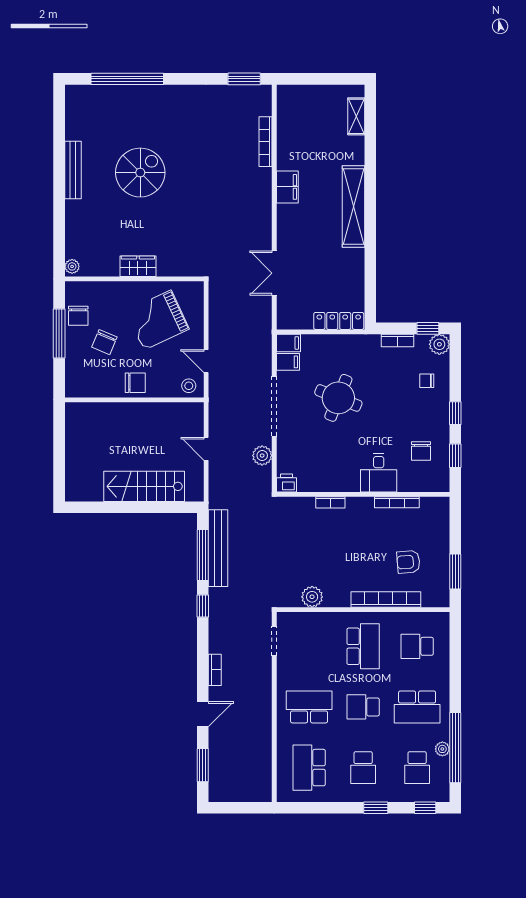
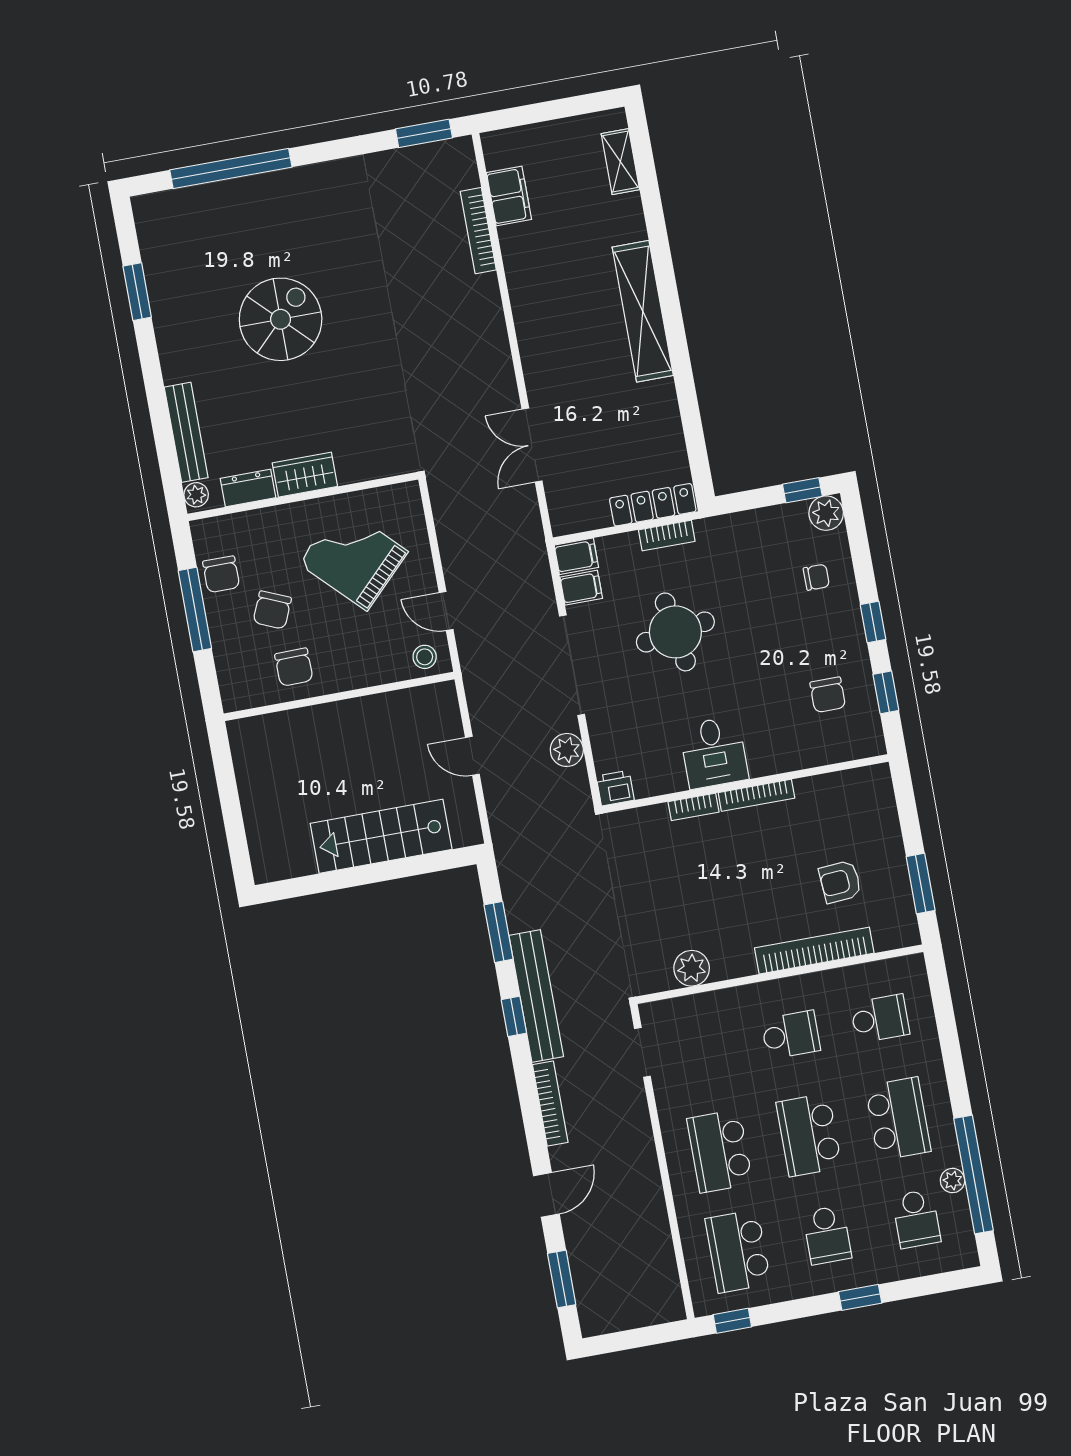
window: (59, 141) -> (137, 292), added
bench: (73, 170) -> (186, 432), moved
filing cabinet: (287, 187) -> (509, 196), moved
dresser: (103, 268) -> (248, 488), added
grand piano: (158, 320) -> (353, 558), turned 70
bookcase: (397, 340) -> (667, 536), moved
chair: (427, 381) -> (816, 577), turned 180
chair: (135, 383) -> (294, 667), moved, turned 89
round table: (338, 398) -> (675, 632), turned -31
desk: (379, 473) -> (714, 752), moved
bookcase: (397, 502) -> (756, 795), moved
bench: (218, 548) -> (536, 996), moved
window: (203, 555) -> (499, 932), width x0.69
school desk: (363, 646) -> (791, 1035), width x0.54
school desk: (417, 646) -> (880, 1019), turned 180
bookcase: (215, 670) -> (550, 1104), width x1.56
school desk: (309, 707) -> (720, 1151), turned -90
school desk: (363, 707) -> (809, 1135), width x1.85
school desk: (417, 707) -> (898, 1119), turned -90
window: (425, 808) -> (732, 1321), moved

